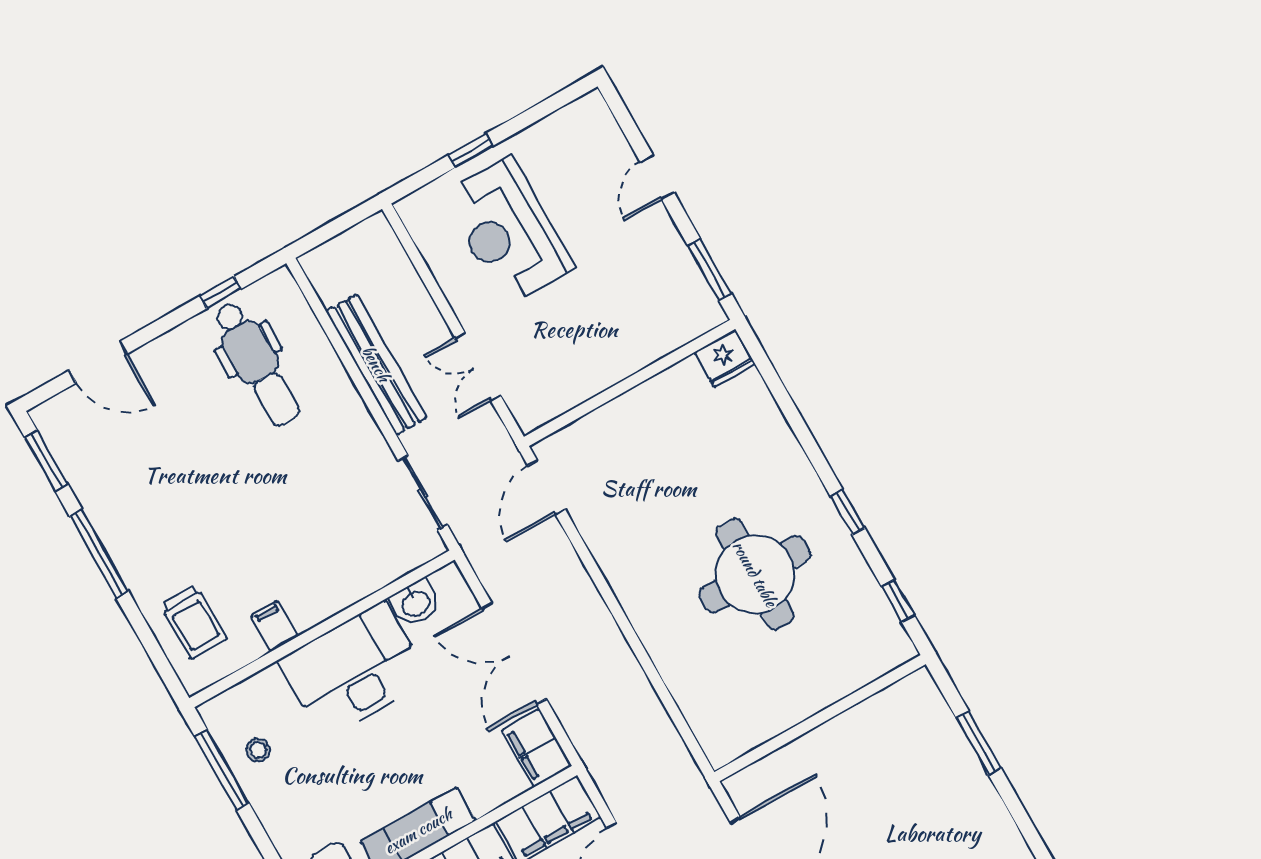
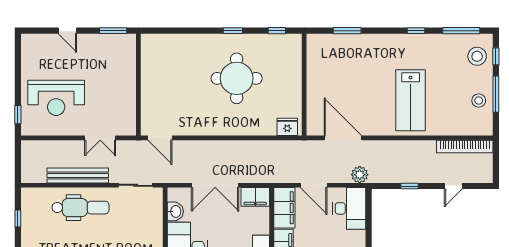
window: (471, 150) -> (18, 115), moved
fridge: (725, 358) -> (287, 127), moved, turned -90
dental chair: (256, 364) -> (81, 208), moved

